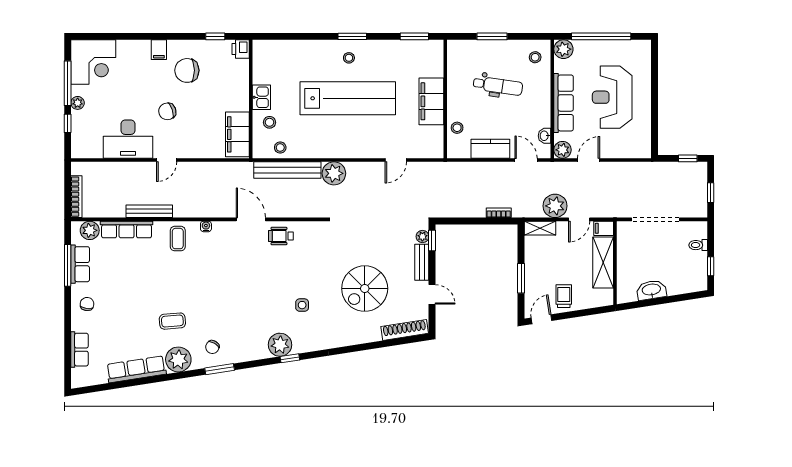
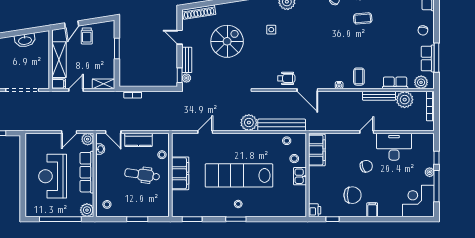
dental chair: (498, 86) -> (142, 175), moved
reception desk: (612, 97) -> (53, 176), turned 180
plant: (555, 206) -> (405, 100), moved
row of seats: (127, 230) -> (395, 83), width x0.68
door: (541, 319) -> (72, 24), moved

